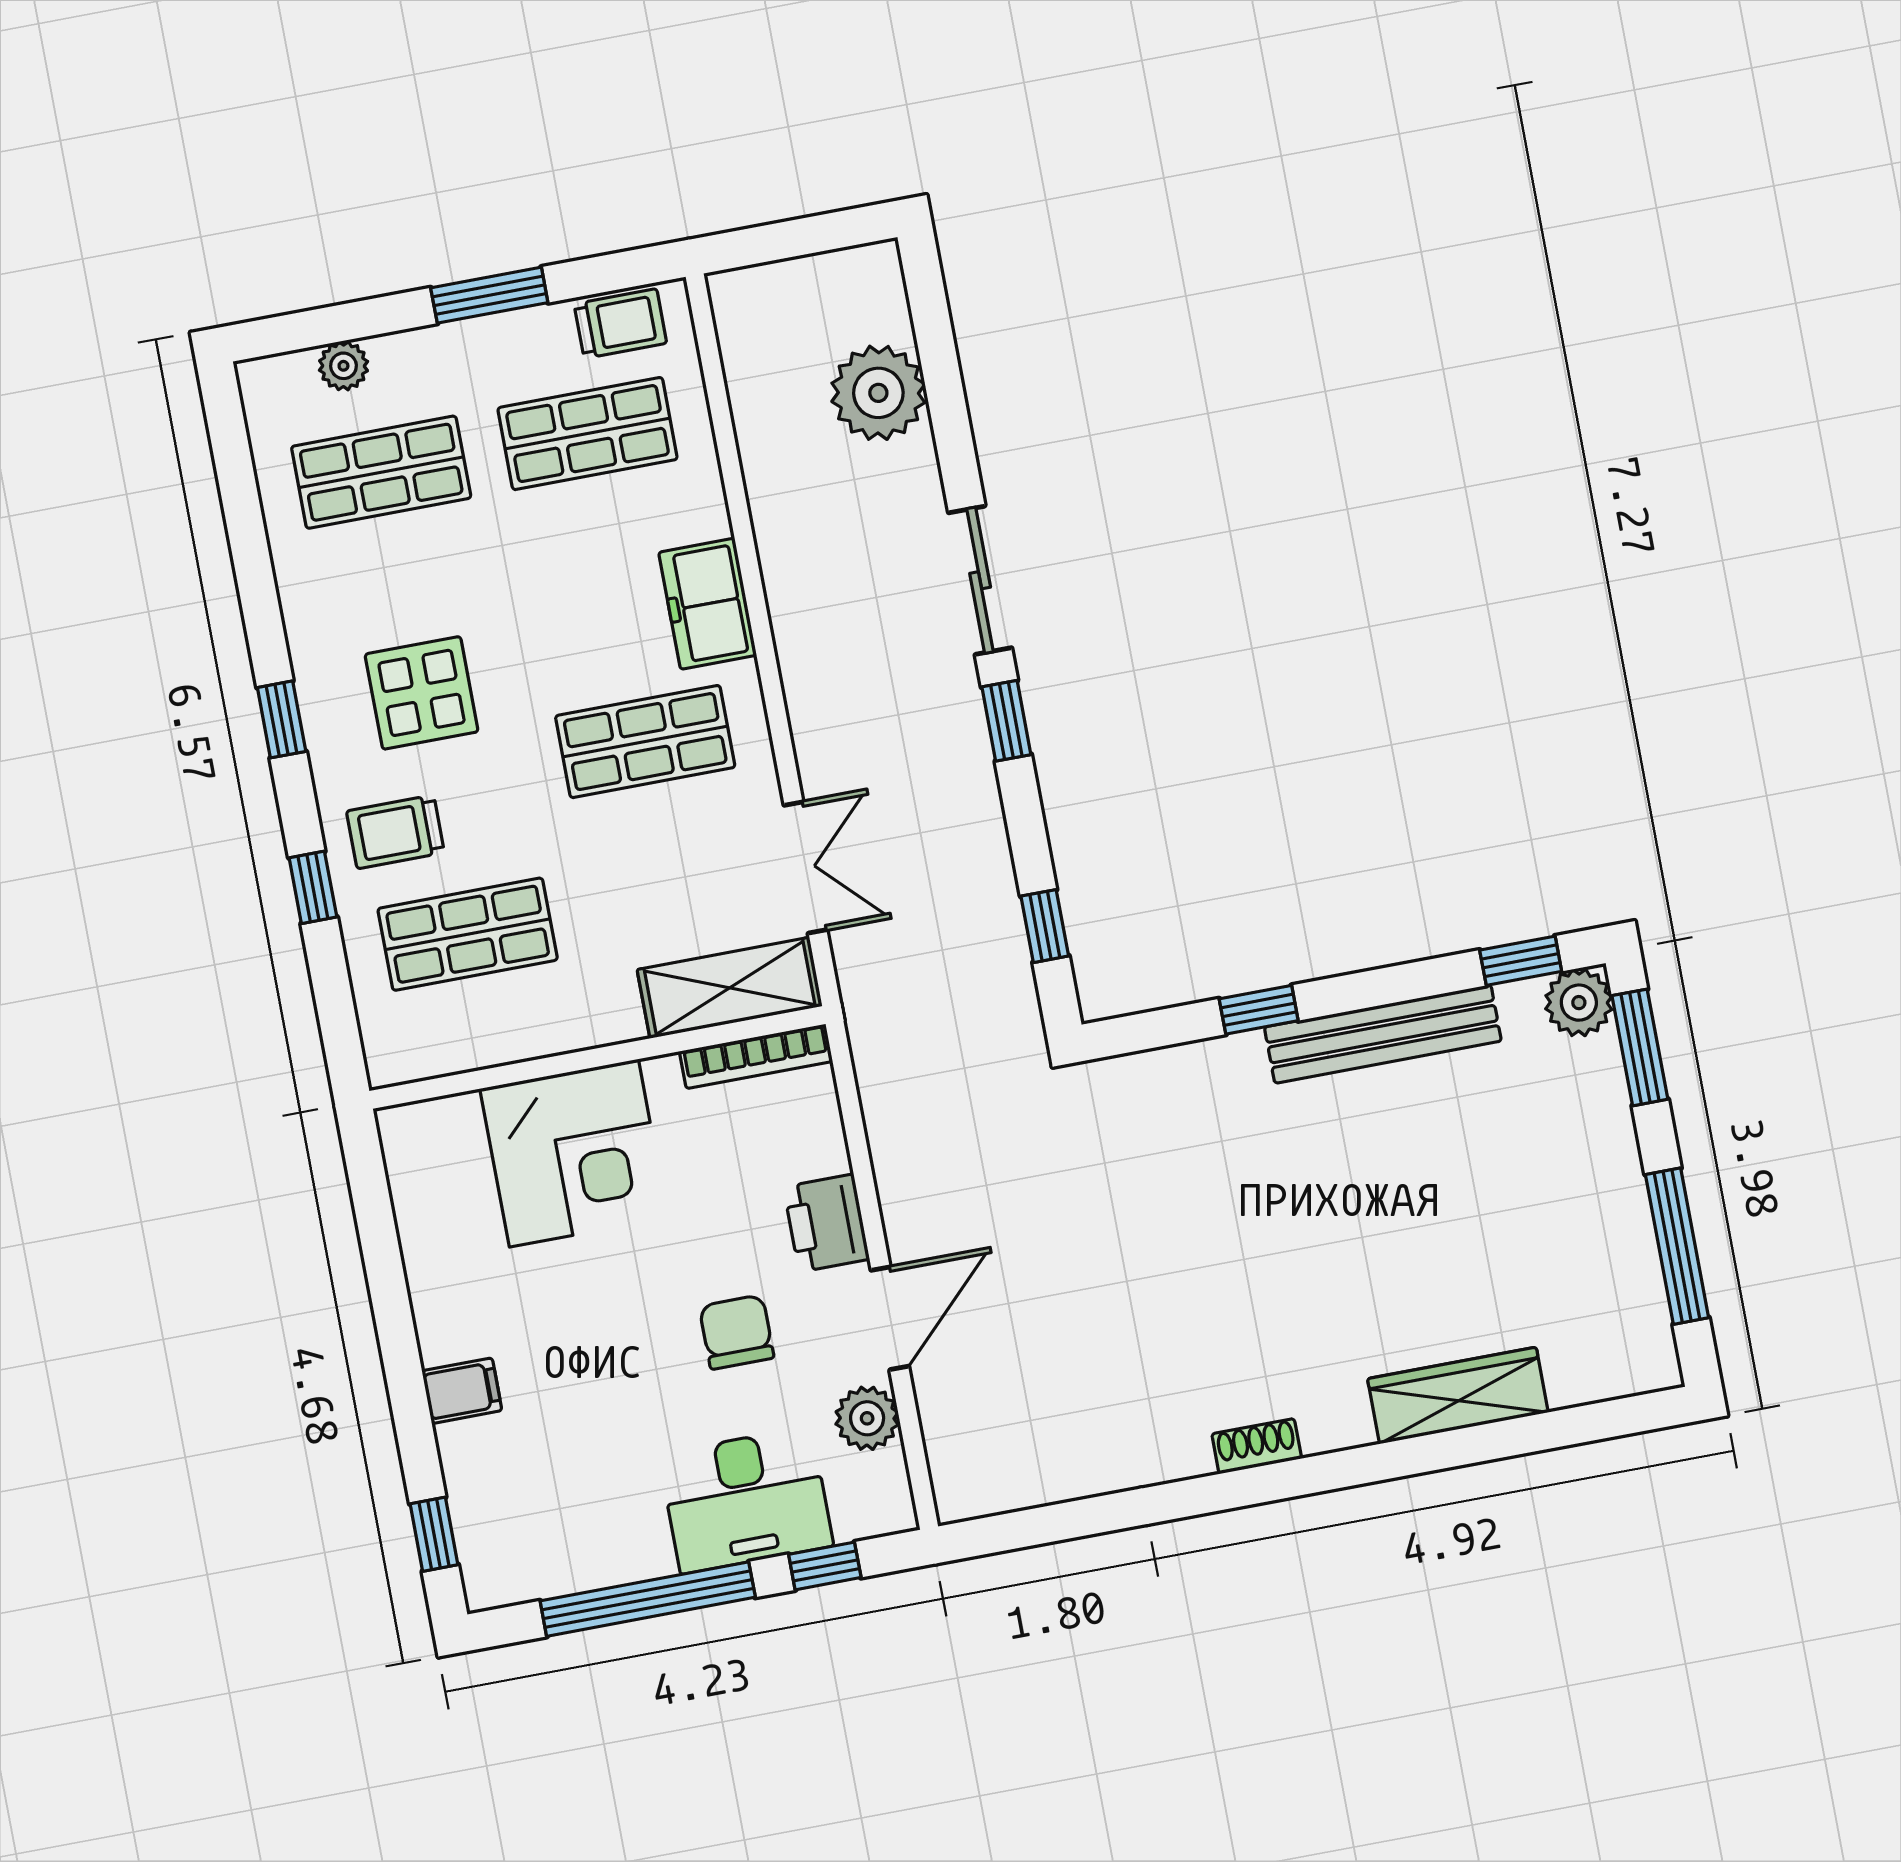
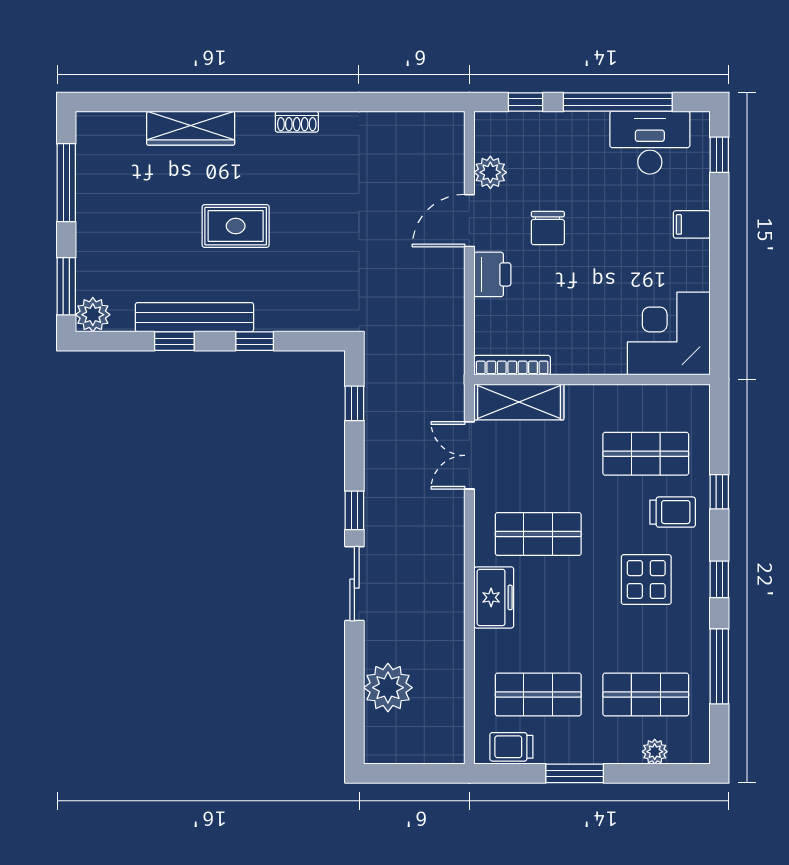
window: (250, 553) -> (719, 666), added
window: (1521, 961) -> (174, 341), moved
corner desk: (574, 1153) -> (669, 334), moved
rug: (1336, 1224) -> (236, 226), added
desk: (746, 1500) -> (650, 143), moved

